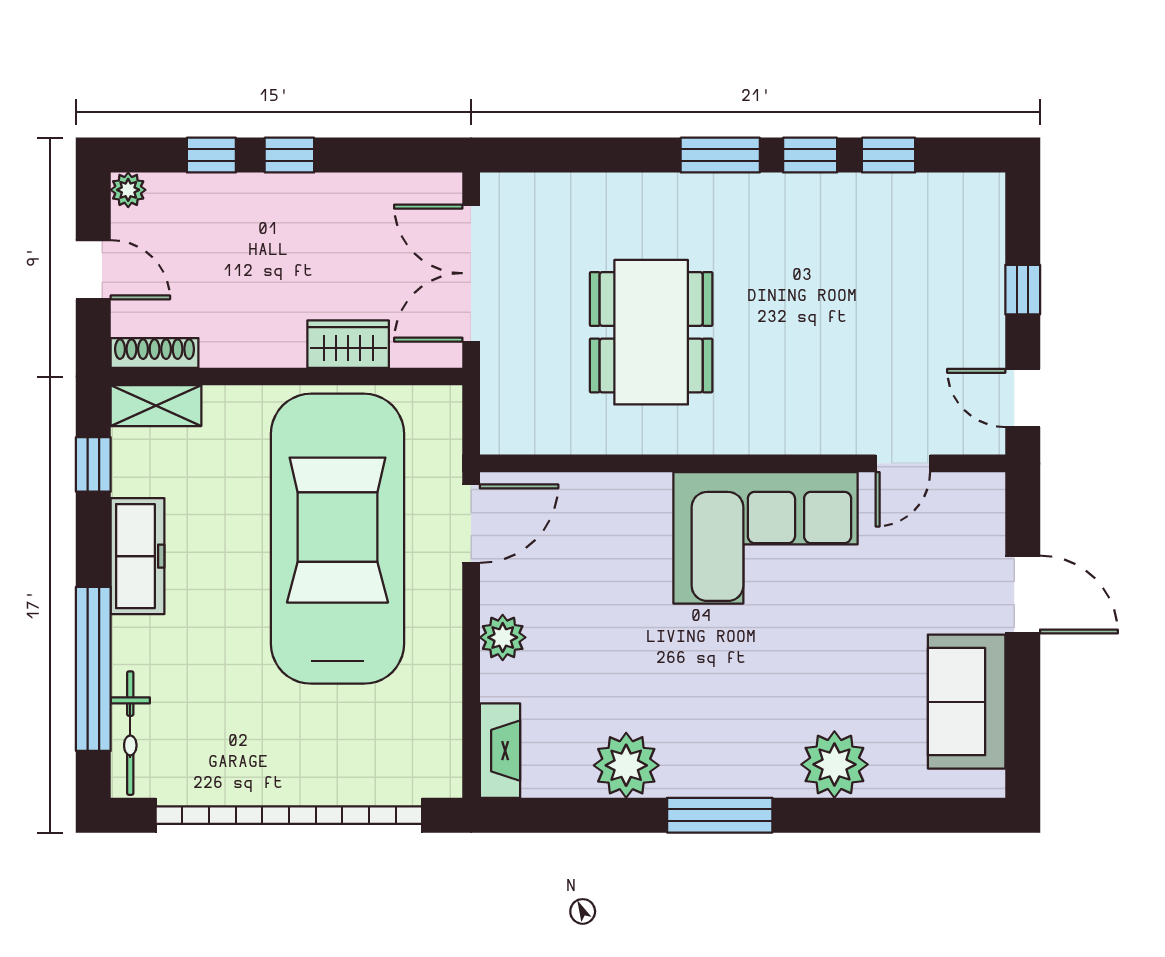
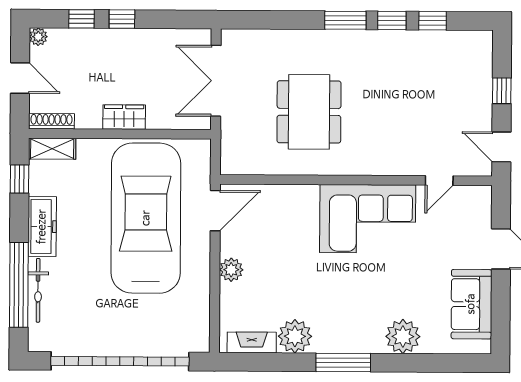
wardrobe: (348, 344) -> (124, 117), moved
bicycle: (130, 733) -> (38, 290), moved
fireplace: (500, 751) -> (252, 342), moved, turned -90

